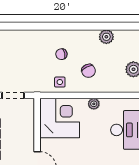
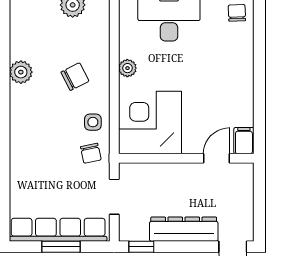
plant: (106, 37) -> (21, 72), moved
chair: (61, 54) -> (91, 153), moved

